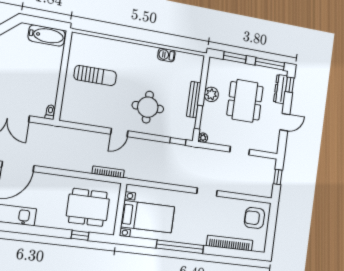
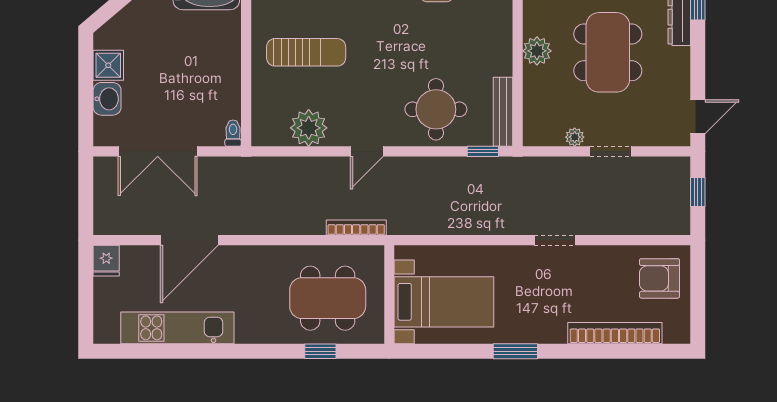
bench: (194, 100) -> (503, 112), moved
round table: (148, 107) -> (436, 109), moved
plant: (91, 116) -> (309, 128), added
window: (199, 117) -> (518, 99), removed
door: (285, 122) -> (698, 117), moved
plant: (203, 138) -> (575, 137), moved
window: (180, 247) -> (515, 351), width x0.47

